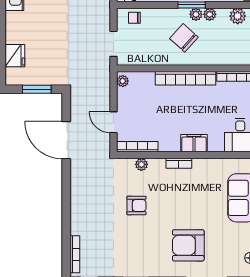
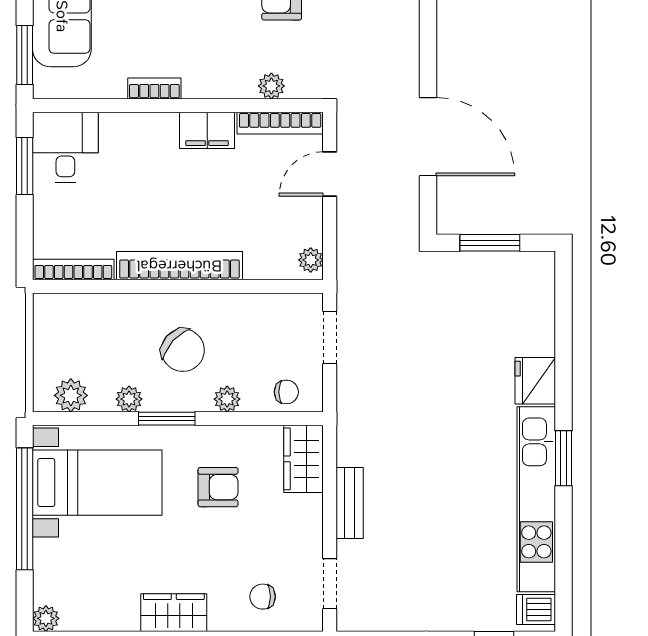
plant: (196, 14) -> (227, 399), moved
fridge: (15, 56) -> (535, 381), moved
door: (114, 122) -> (330, 174), swing flipped
filing cabinet: (194, 143) -> (207, 130), moved
bookcase: (179, 163) -> (154, 89), moved

